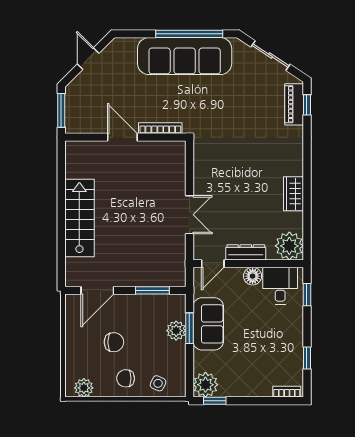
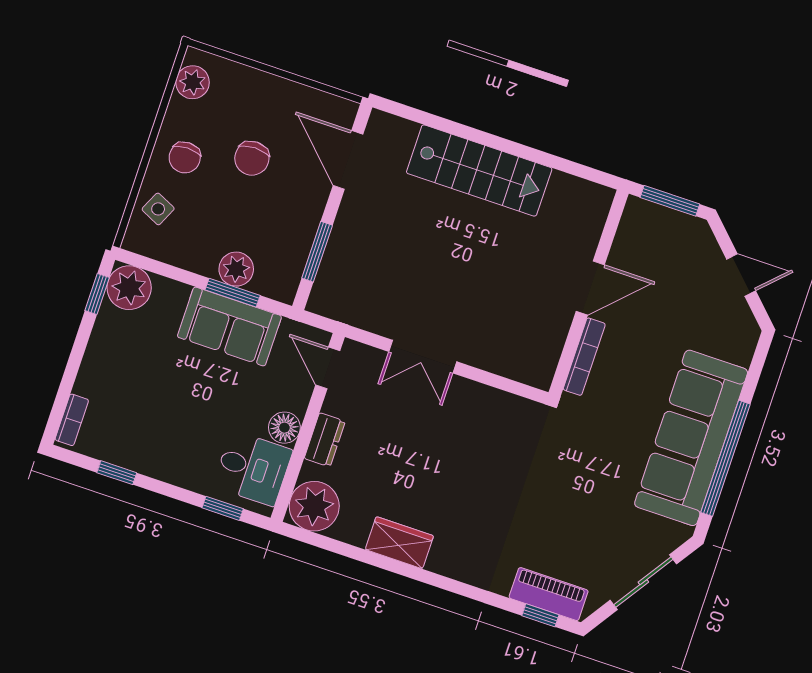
dresser: (246, 252) -> (325, 440), width x0.70
chair: (126, 378) -> (185, 158), turned 180

